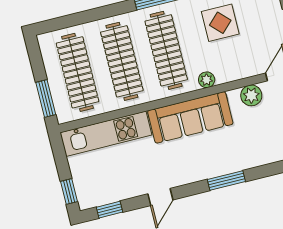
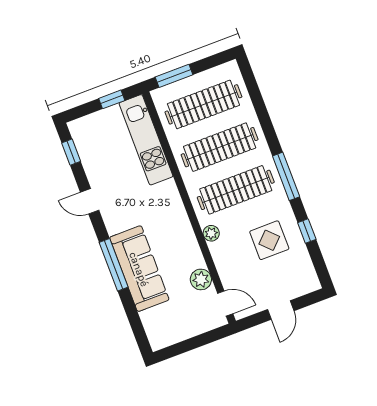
sofa: (190, 117) -> (139, 269), moved, turned 180
window: (226, 180) -> (114, 265), width x1.44
window: (69, 191) -> (112, 99), moved

